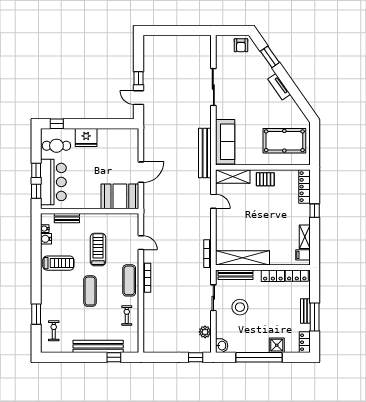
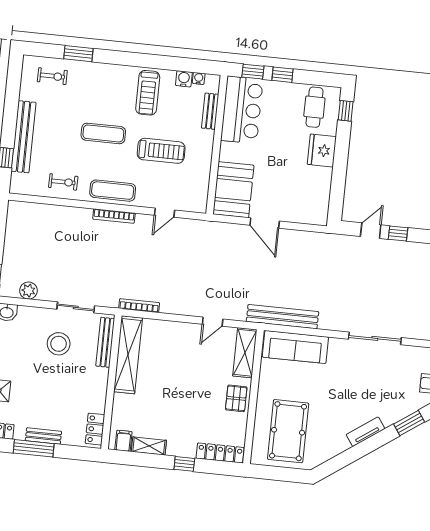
bar counter: (53, 182) -> (242, 110), moved, turned -90
locker: (273, 276) -> (98, 395), removed

